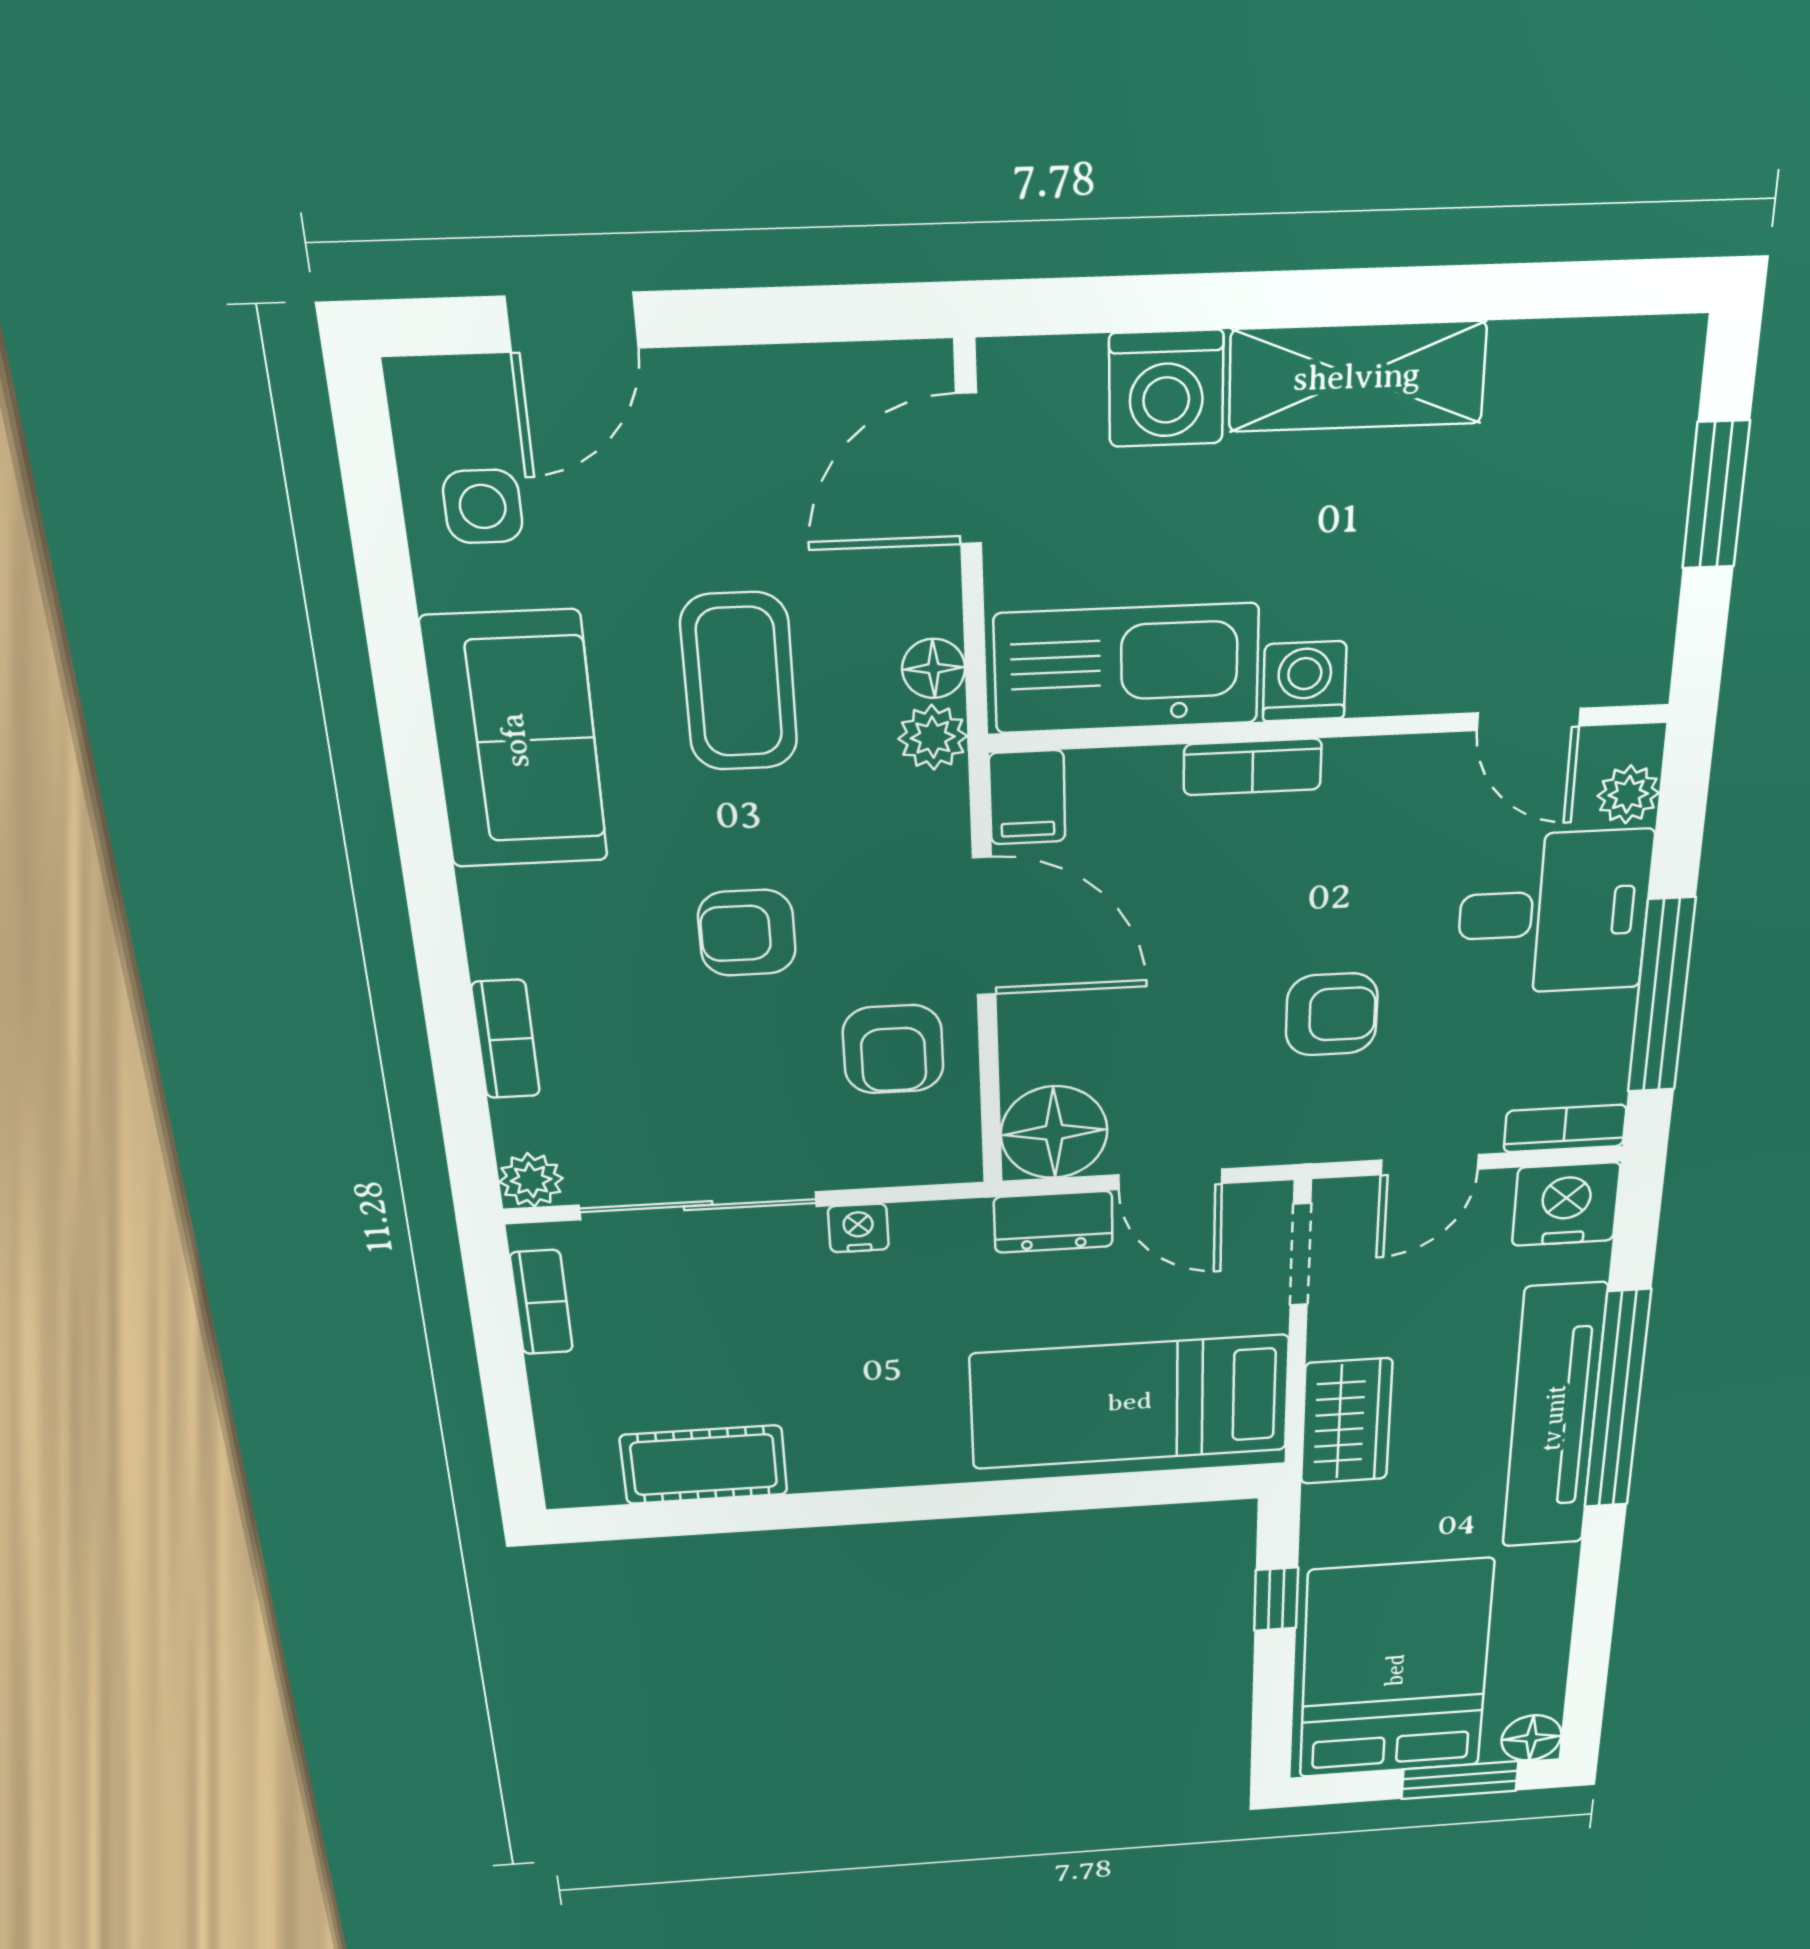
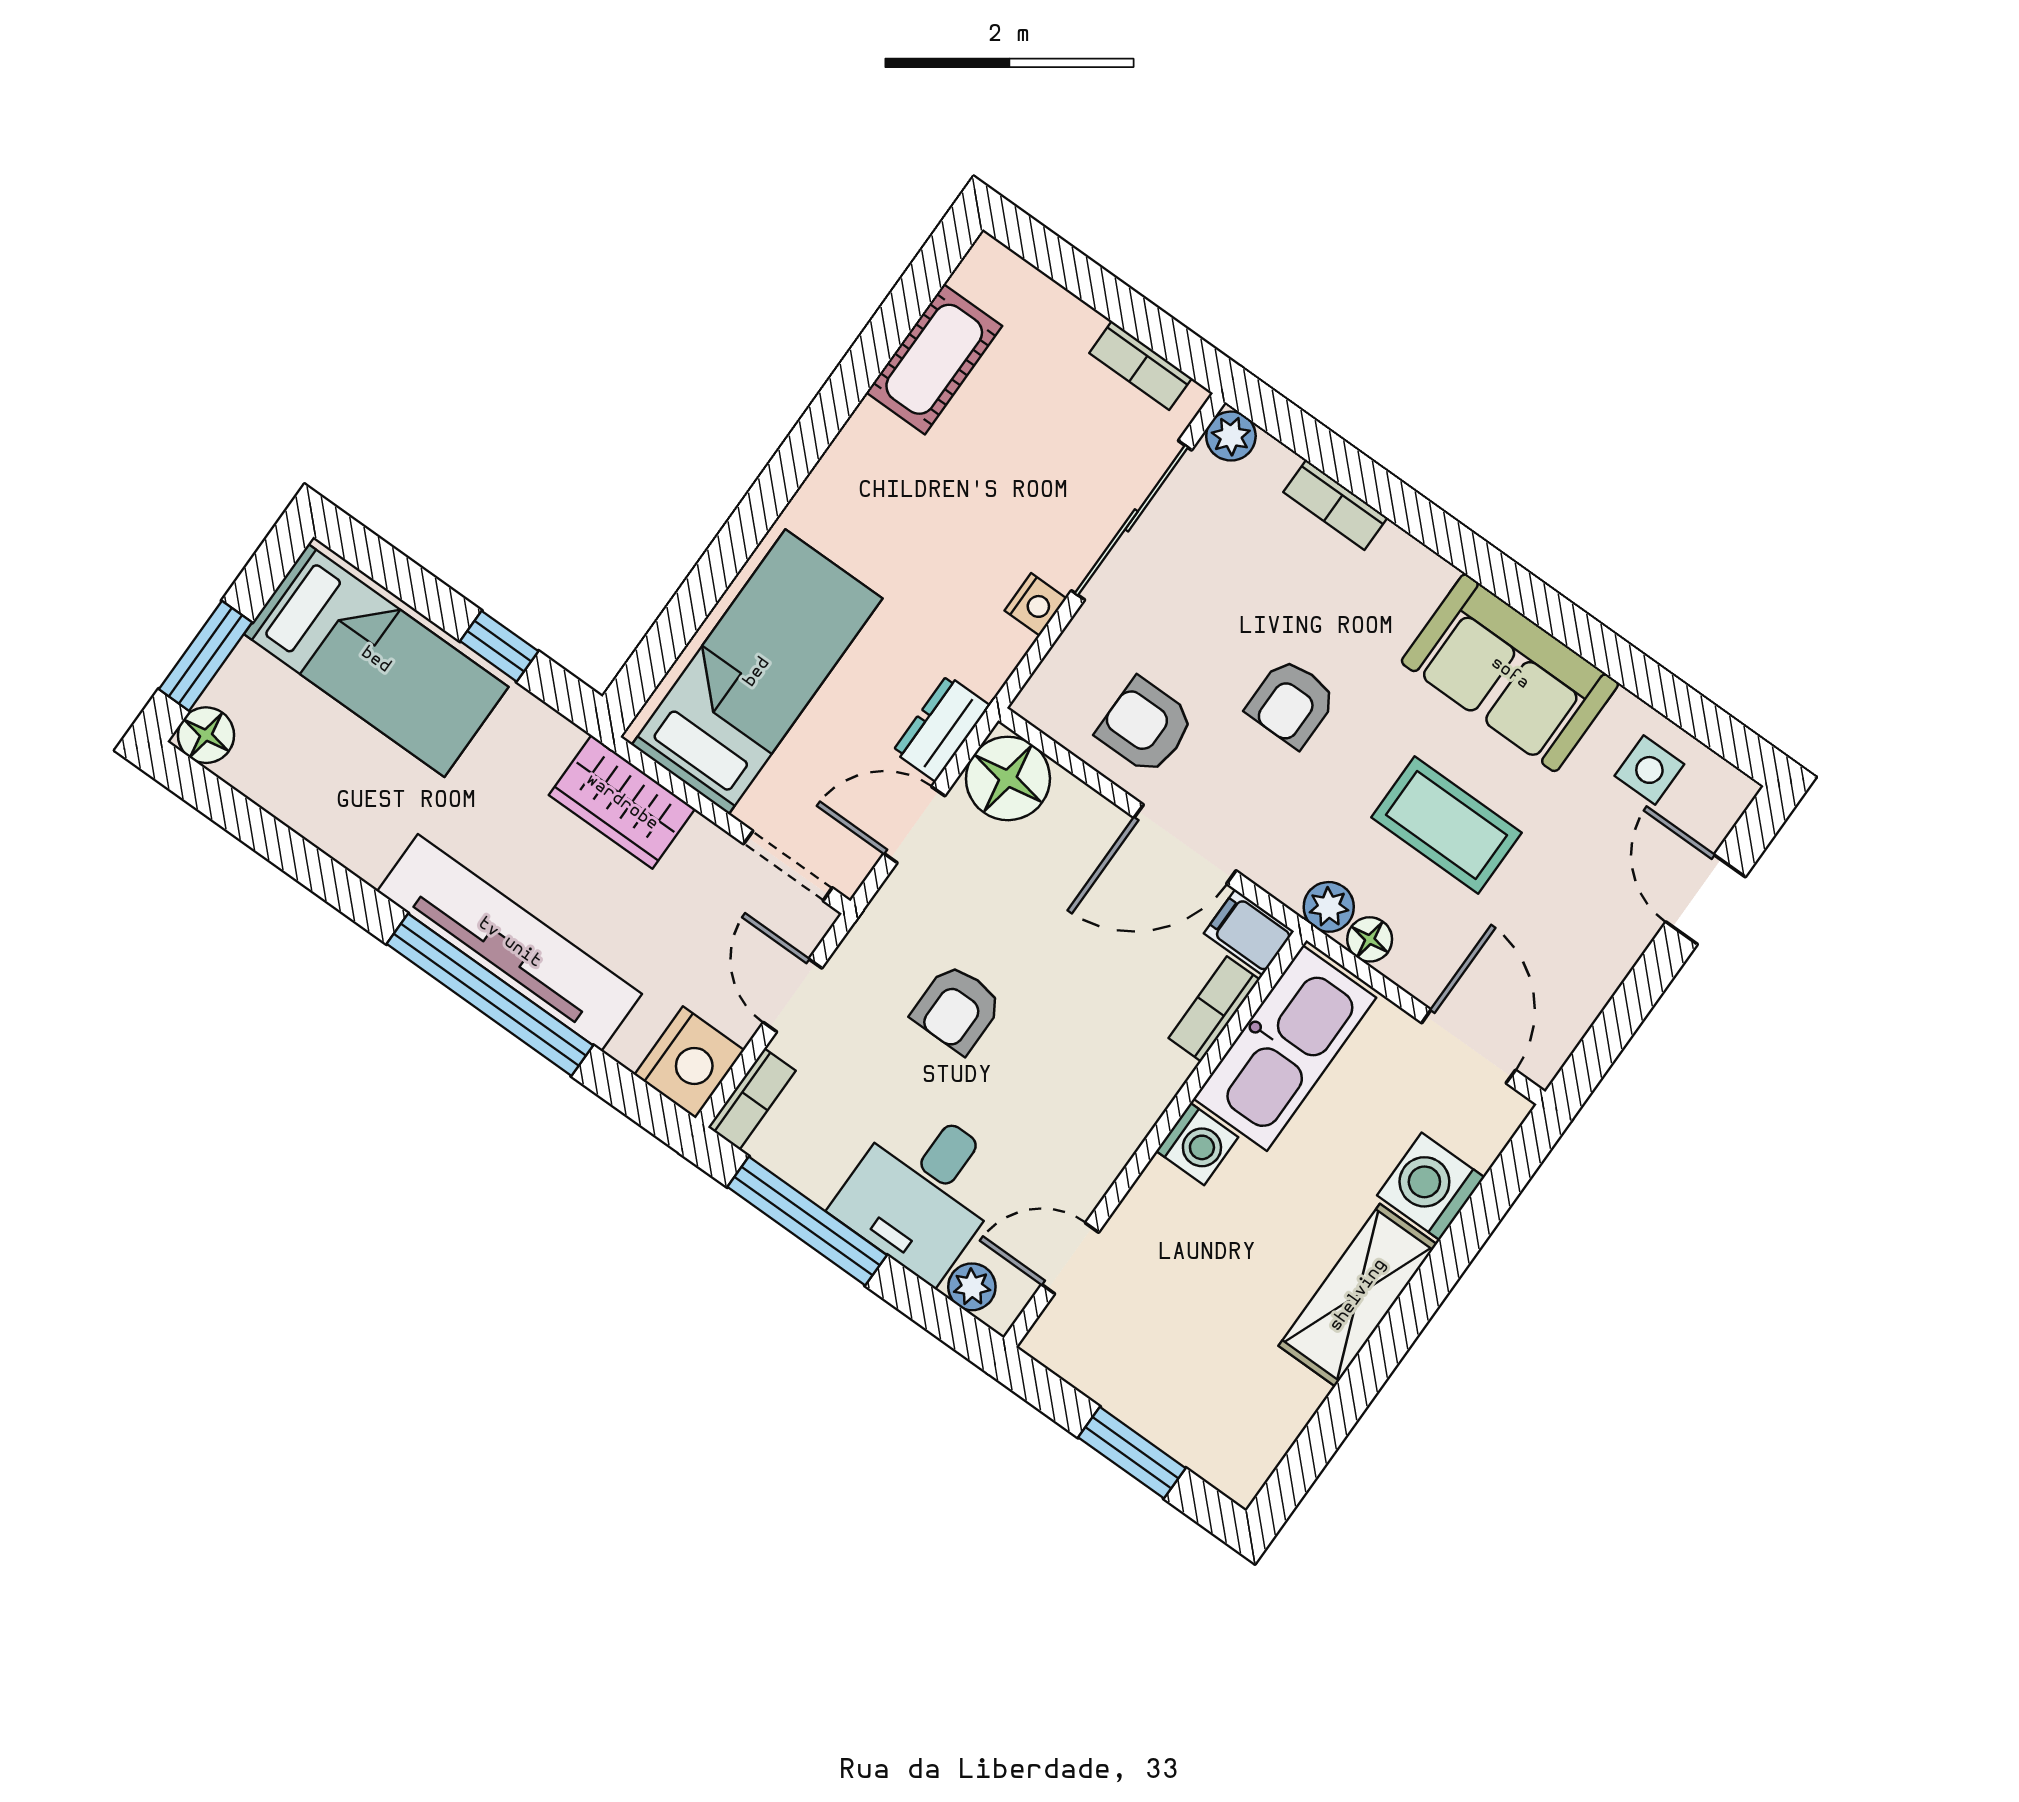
bookcase: (1253, 767) -> (1214, 1009), moved
armchair: (747, 933) -> (1291, 703), turned 180
bed: (1395, 1670) -> (376, 660), width x0.67

